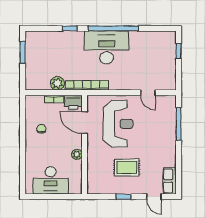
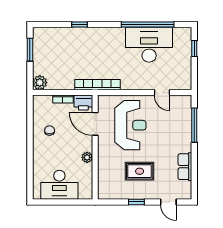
window: (113, 28) -> (148, 25), moved
desk: (107, 47) -> (149, 45), moved
plant: (57, 83) -> (40, 83), moved
row of seats: (170, 181) -> (185, 167), moved

